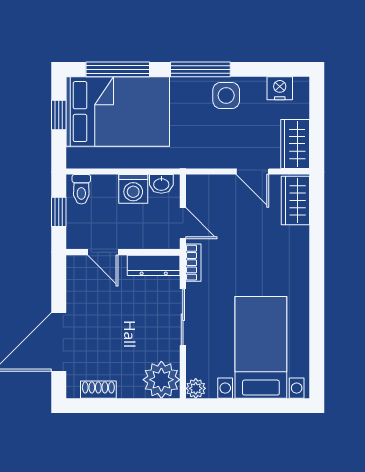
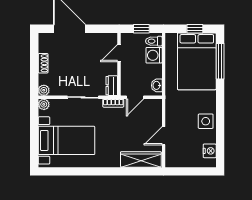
window: (200, 69) -> (220, 107), removed
wardrobe: (295, 144) -> (179, 159), removed
washing machine: (133, 189) -> (154, 55), moved
wardrobe: (295, 201) -> (141, 159), width x1.50
dresser: (154, 265) -> (112, 86), width x0.70
plant: (161, 380) -> (44, 90), width x0.53, depth x0.53
shoe rack: (98, 390) -> (43, 63), moved

